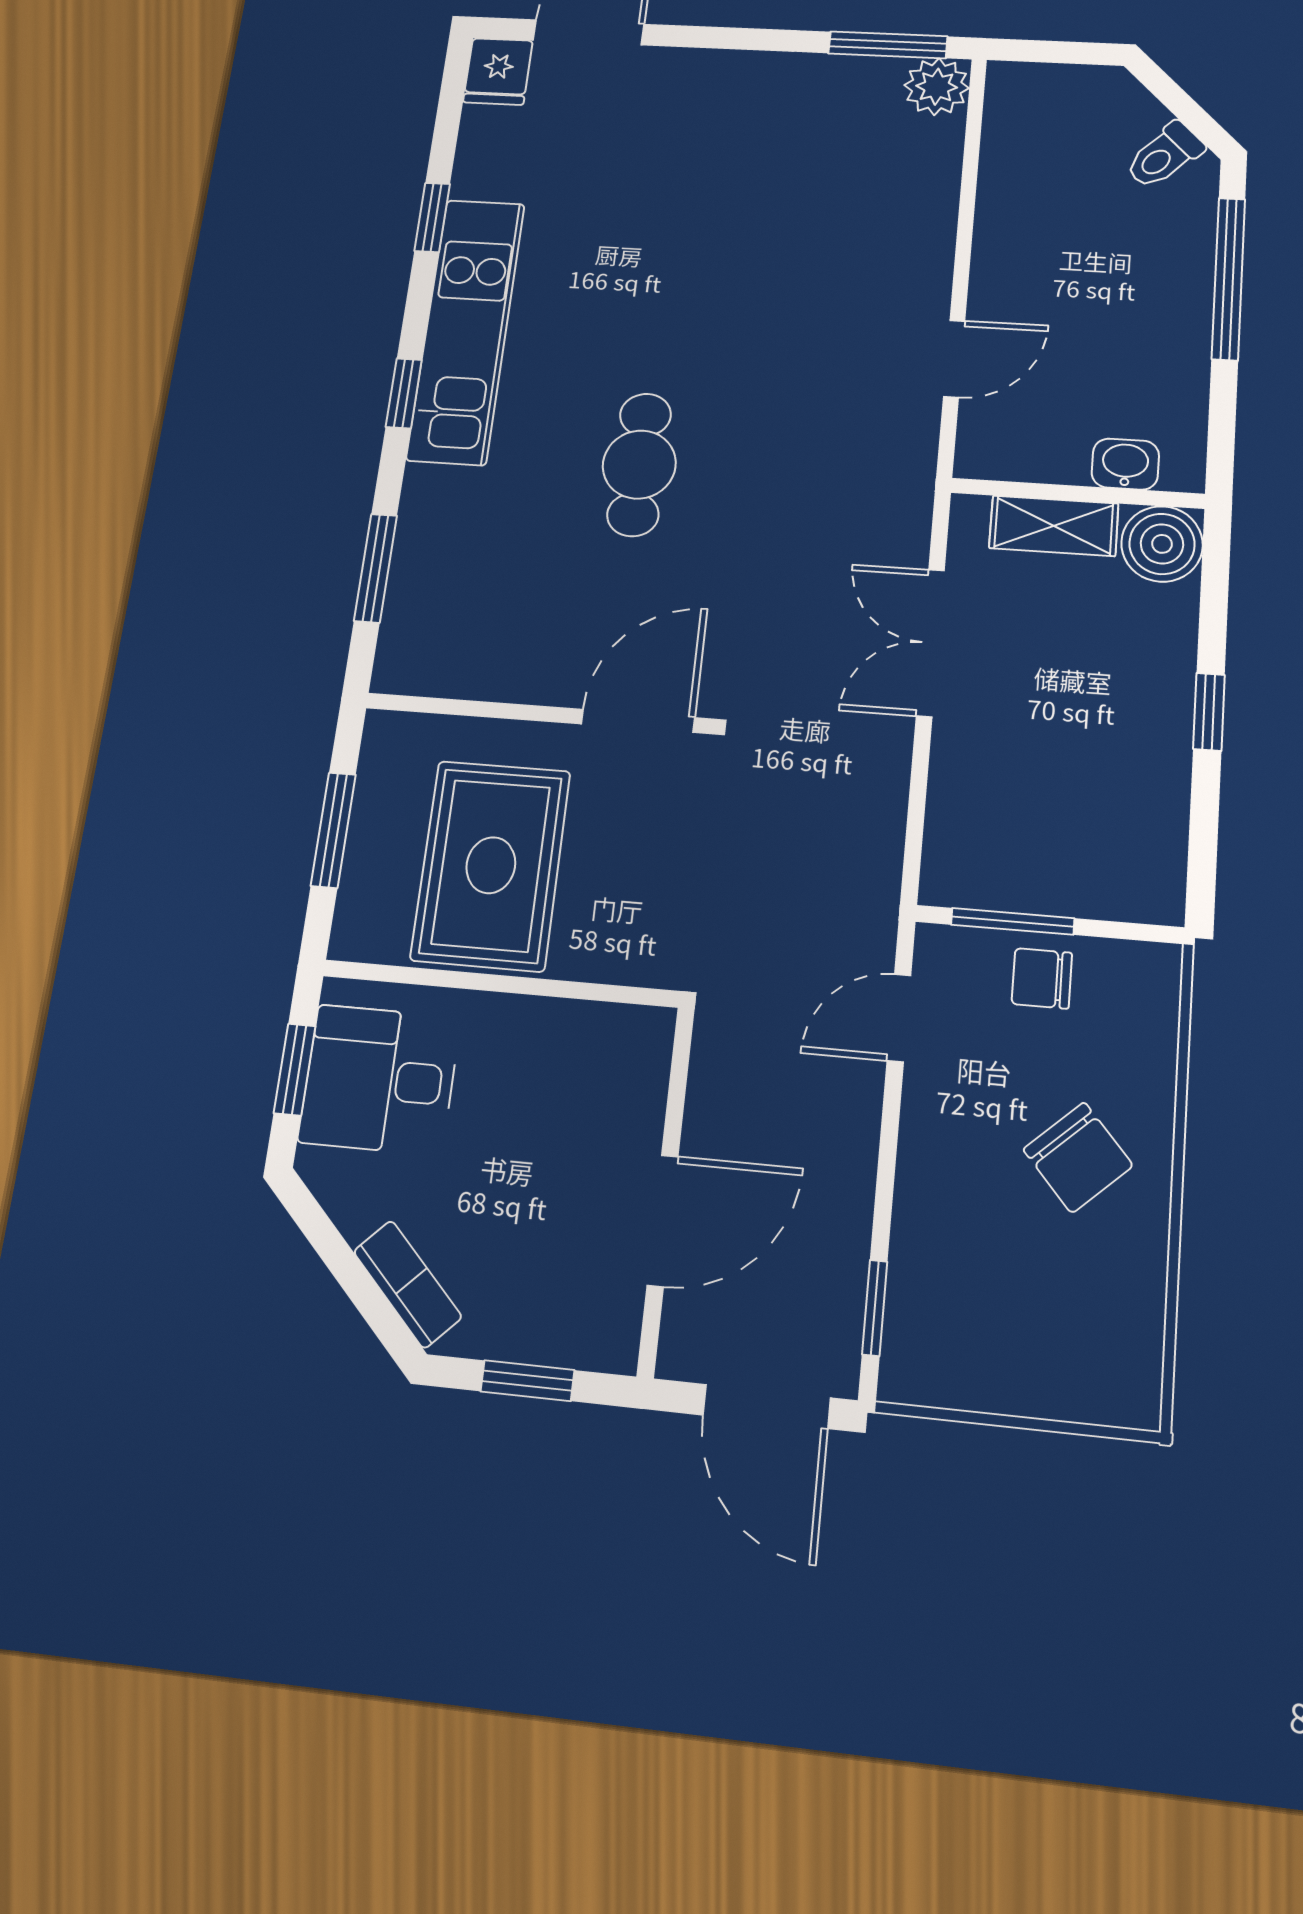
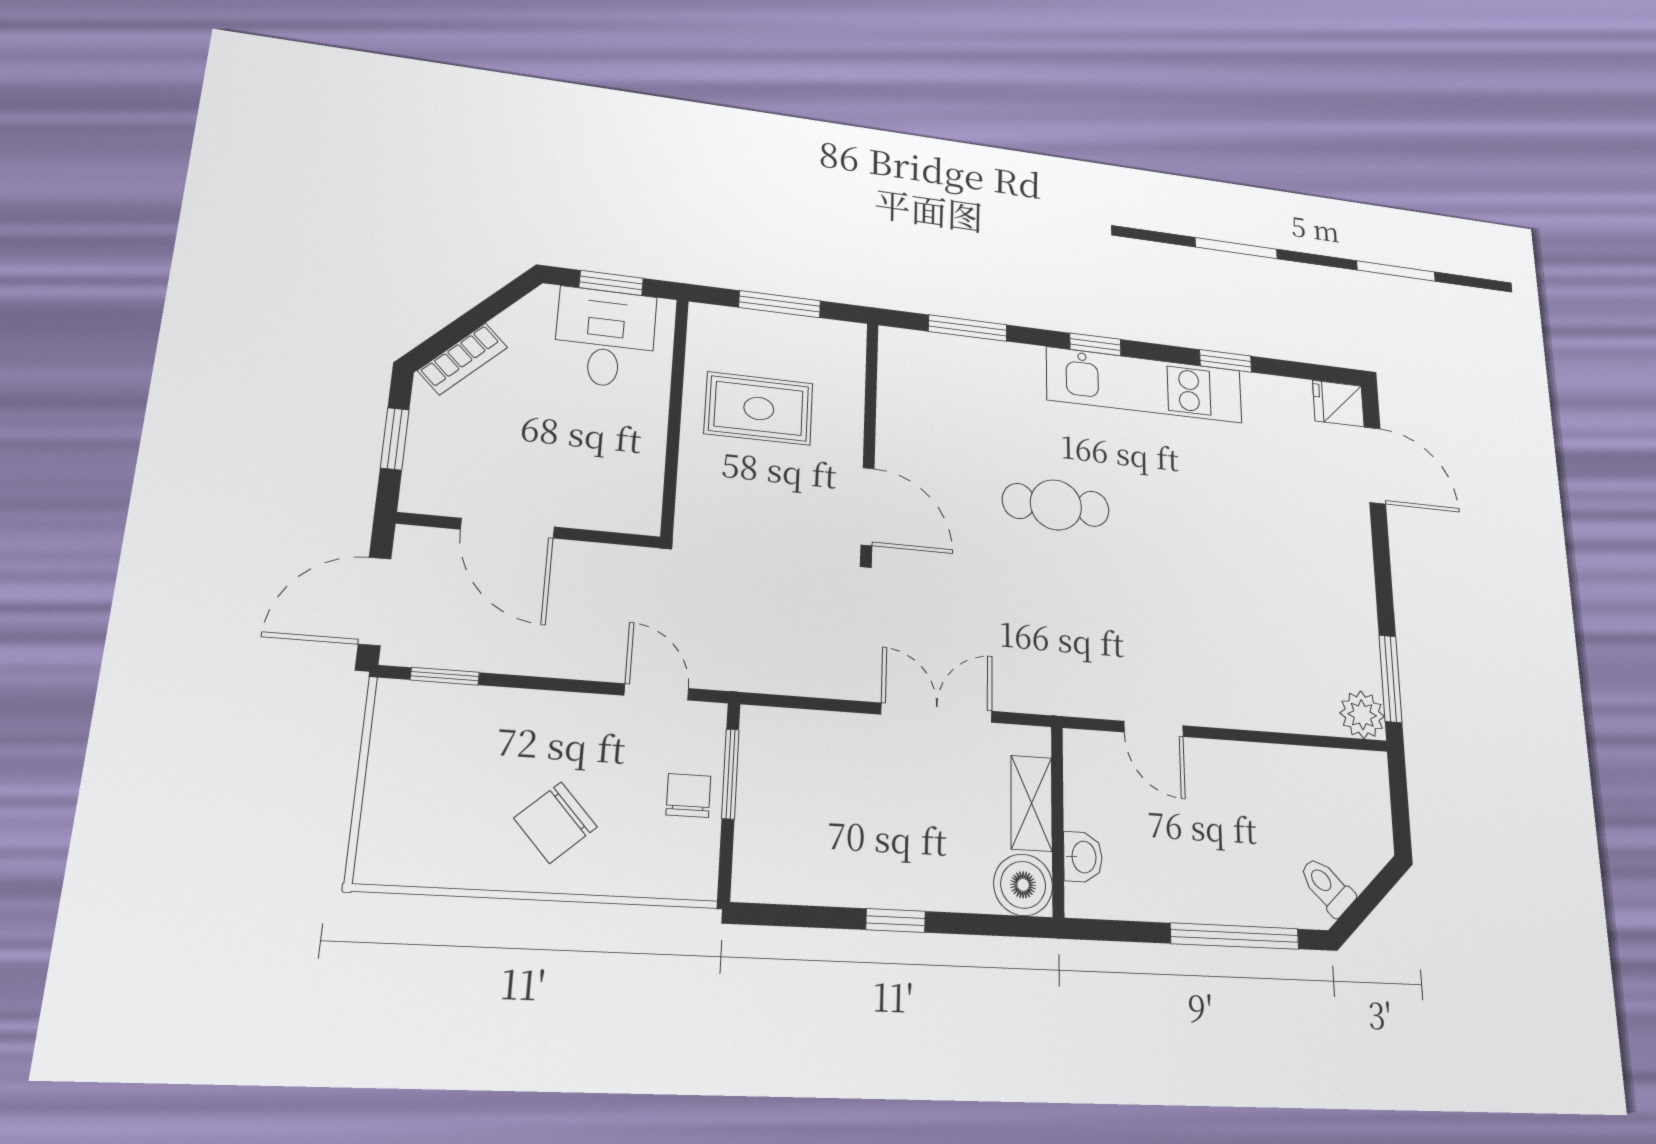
rug: (491, 865) -> (759, 408), width x0.73, depth x0.70

